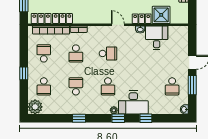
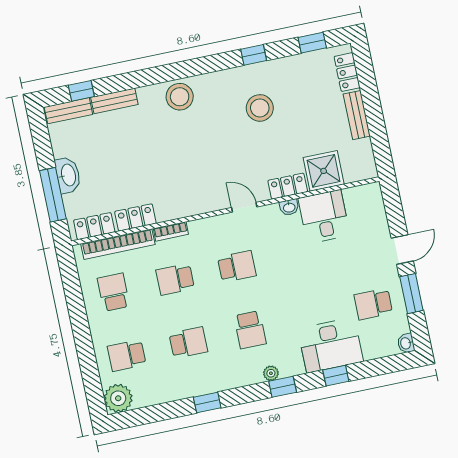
school desk: (76, 53) -> (175, 279), turned 90
window: (24, 73) -> (83, 338), removed
school desk: (44, 86) -> (127, 355), turned 90
school desk: (76, 86) -> (188, 343), turned 90
school desk: (172, 86) -> (373, 304), turned 90
desk: (133, 102) -> (331, 345), moved

